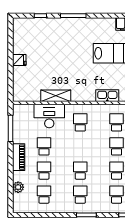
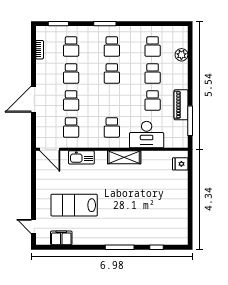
fridge: (19, 60) -> (180, 164), moved
shelving: (56, 96) -> (124, 157), moved
piano: (19, 157) -> (181, 105), moved

